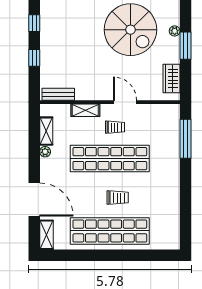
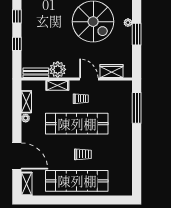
wardrobe: (172, 78) -> (112, 71), moved, turned 90
plant: (86, 90) -> (58, 69), added

